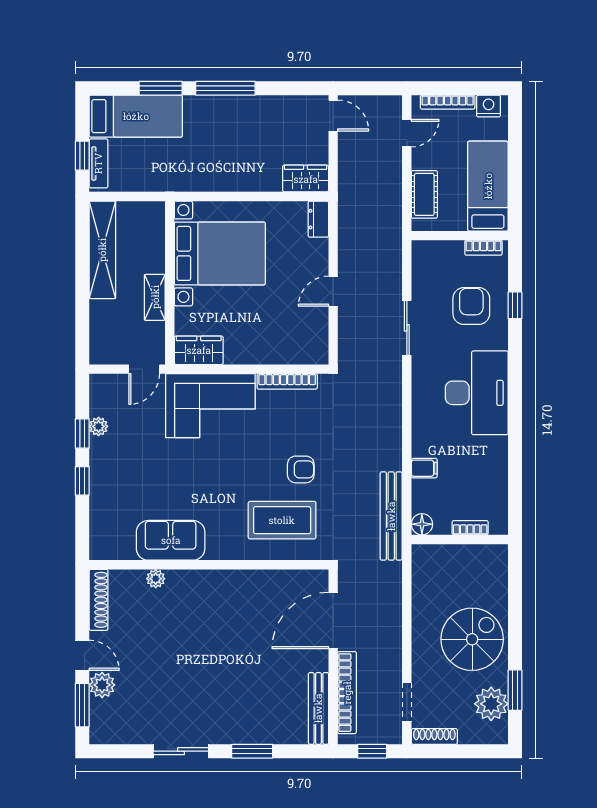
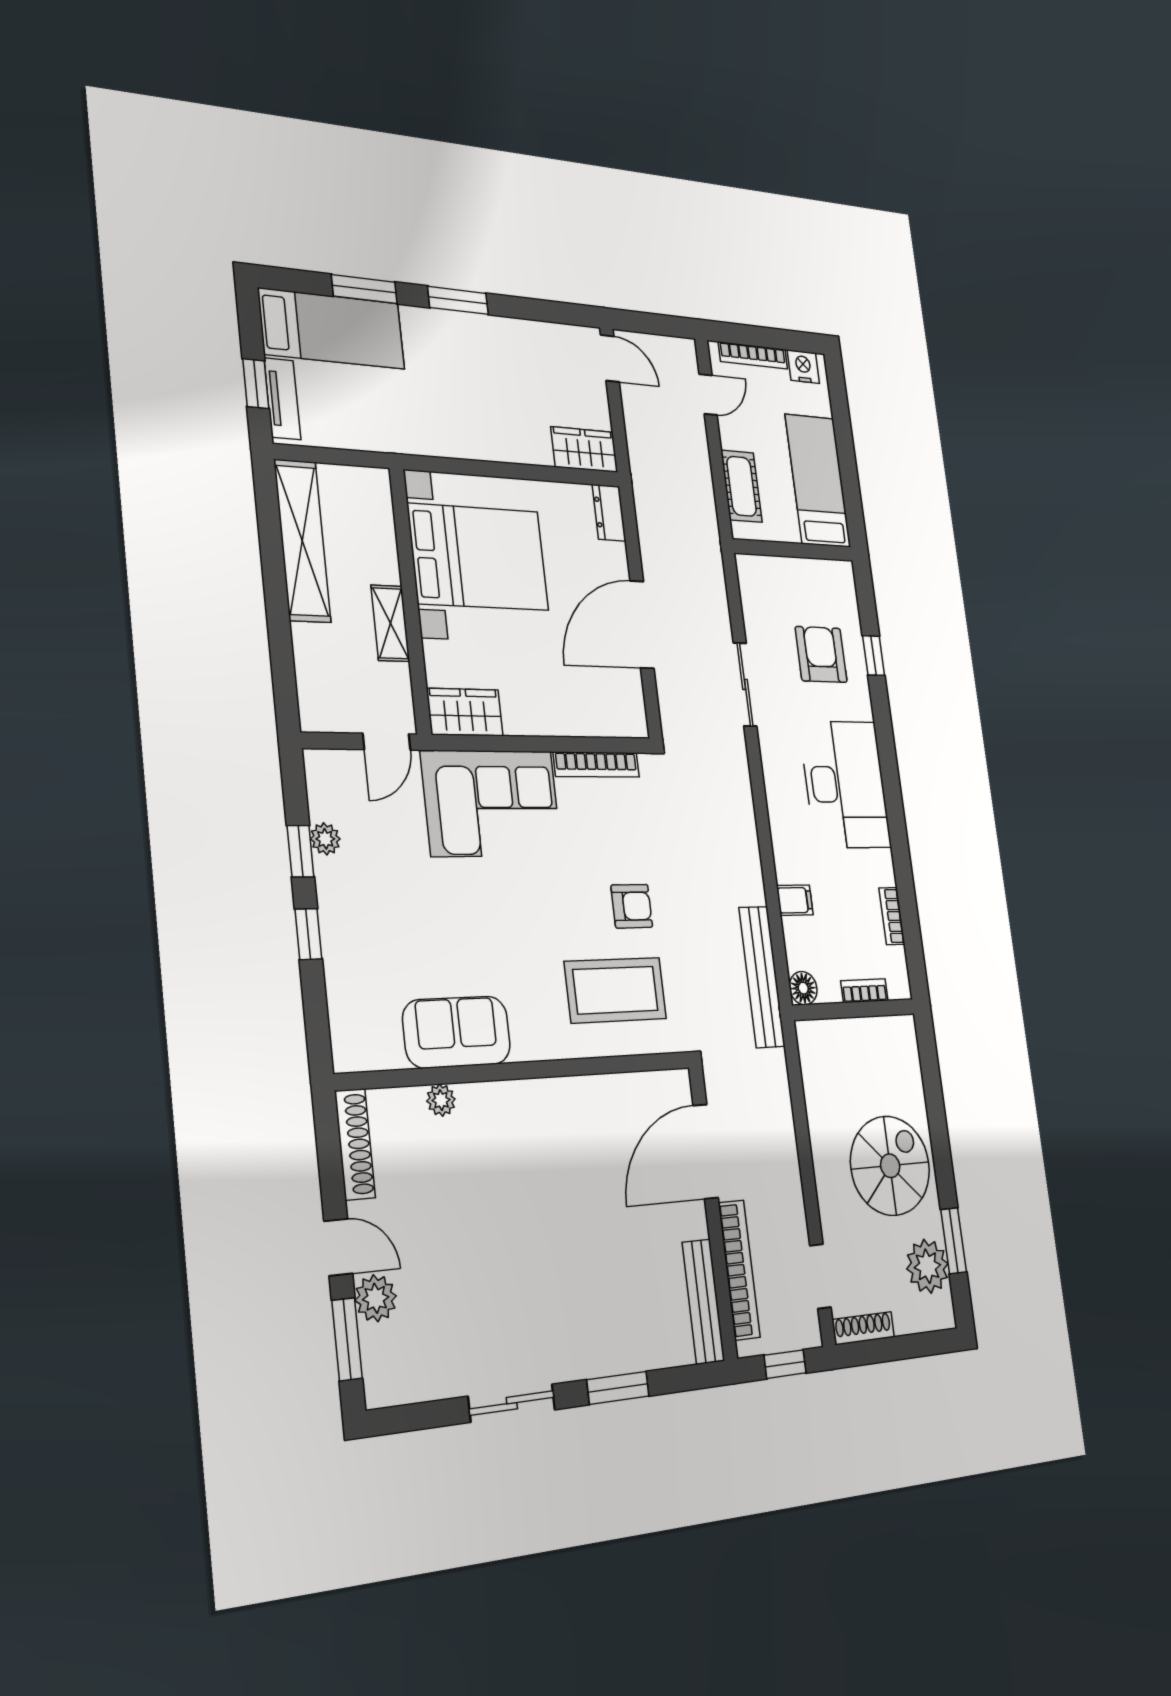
window: (225, 88) -> (458, 300), width x0.69
bookcase: (483, 248) -> (892, 916), moved, turned 90
door: (333, 291) -> (642, 625), width x1.88

